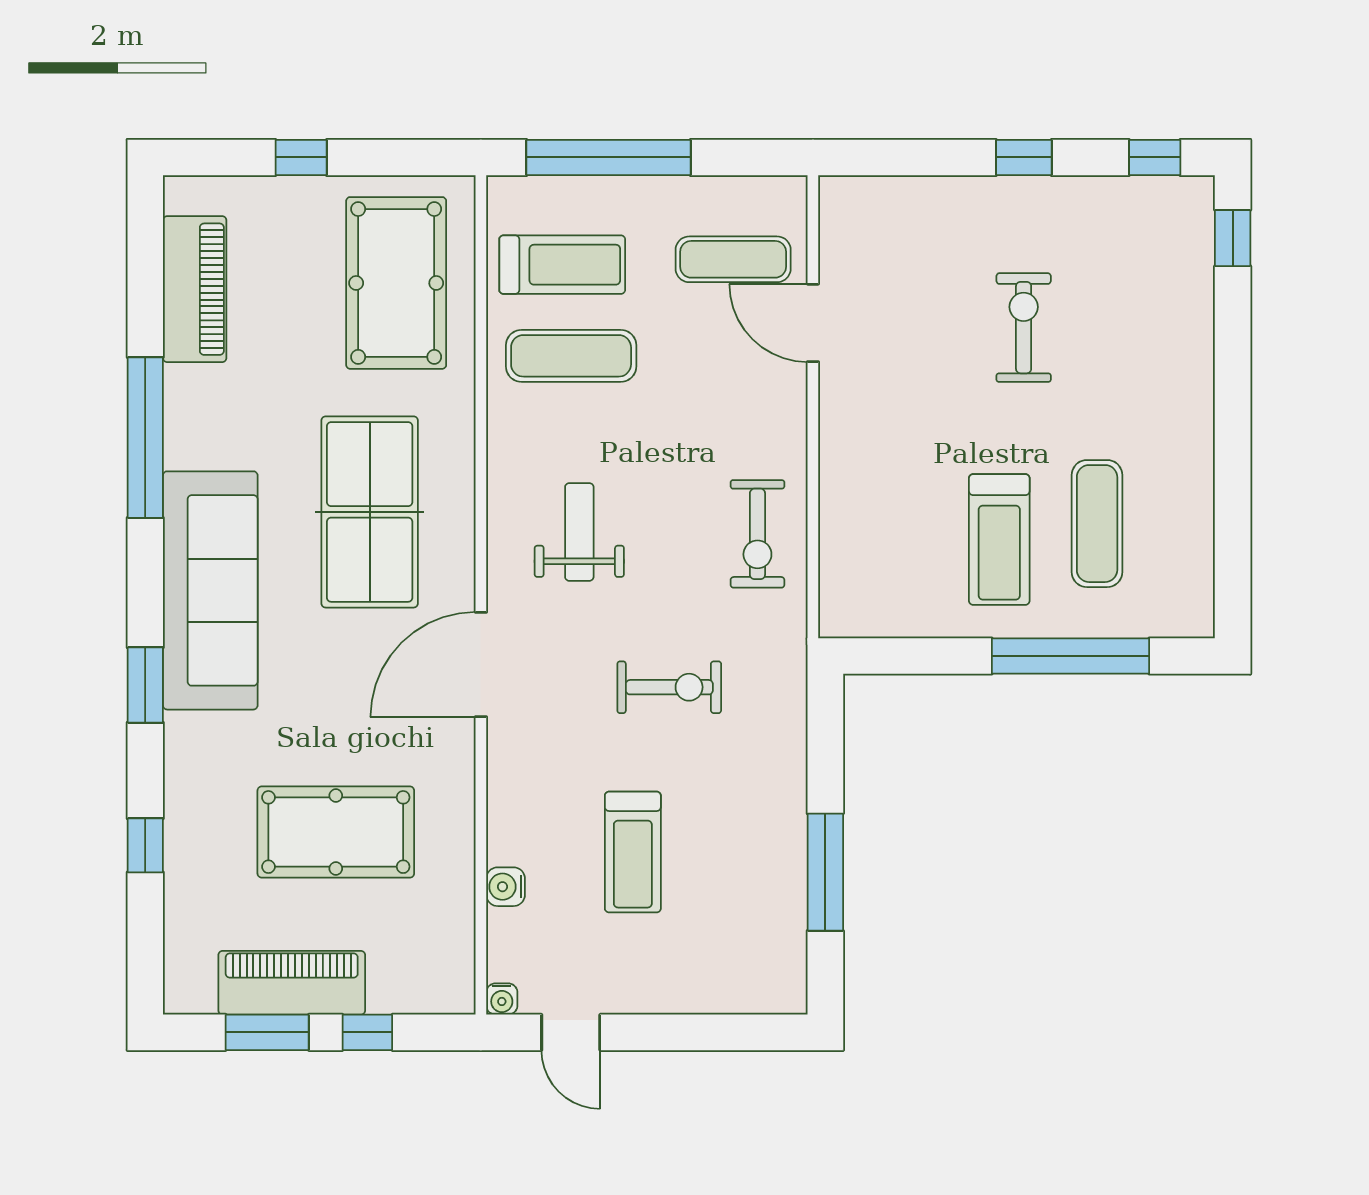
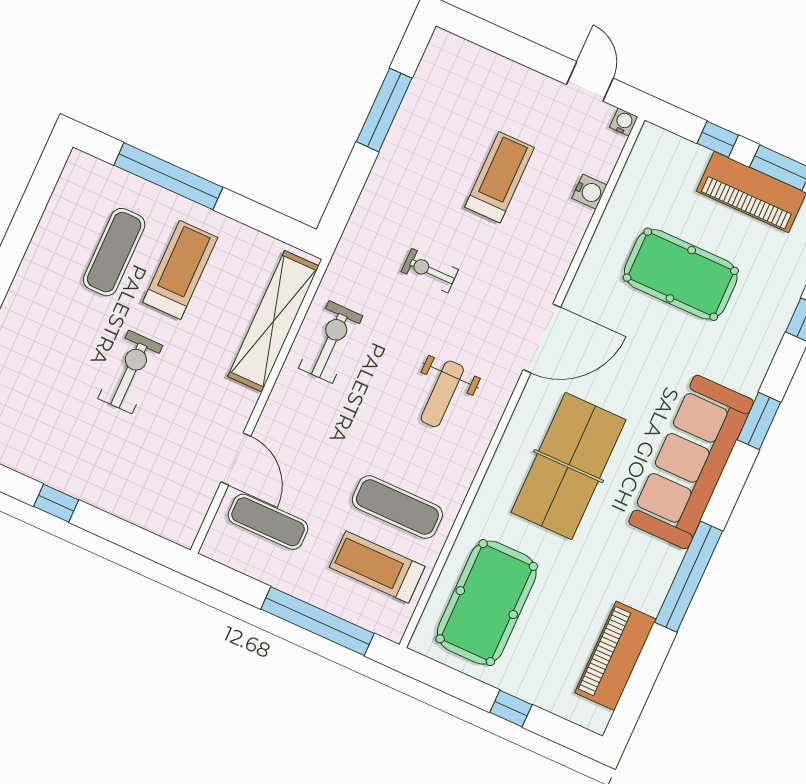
exercise bike: (1024, 328) -> (130, 372), moved, turned 180
shelving: (846, 527) -> (273, 321), added
exercise bike: (669, 687) -> (430, 271), width x0.73, depth x0.72

